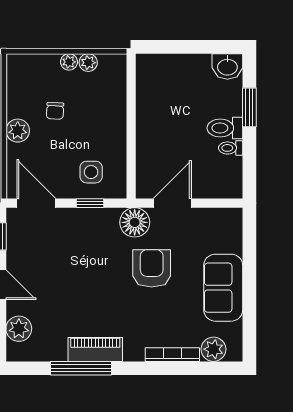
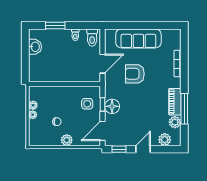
washbasin: (227, 66) -> (35, 47), moved
toilet: (225, 128) -> (92, 38), moved
door: (172, 203) -> (103, 64), swing flipped
floor lamp: (135, 222) -> (112, 106), moved
sofa: (223, 288) -> (138, 38), width x1.36
plant: (213, 349) -> (175, 122), moved

